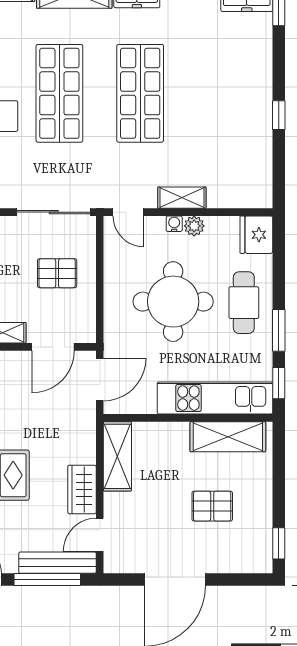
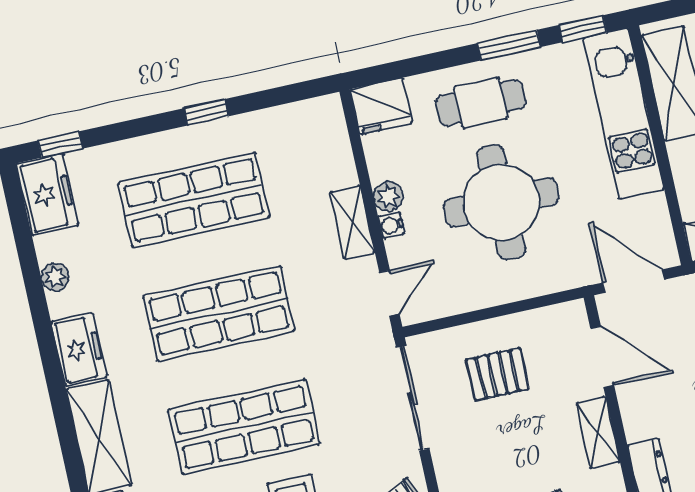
shop shelf: (221, 93) -> (194, 200), added
pallet: (57, 273) -> (497, 374), turned 90

